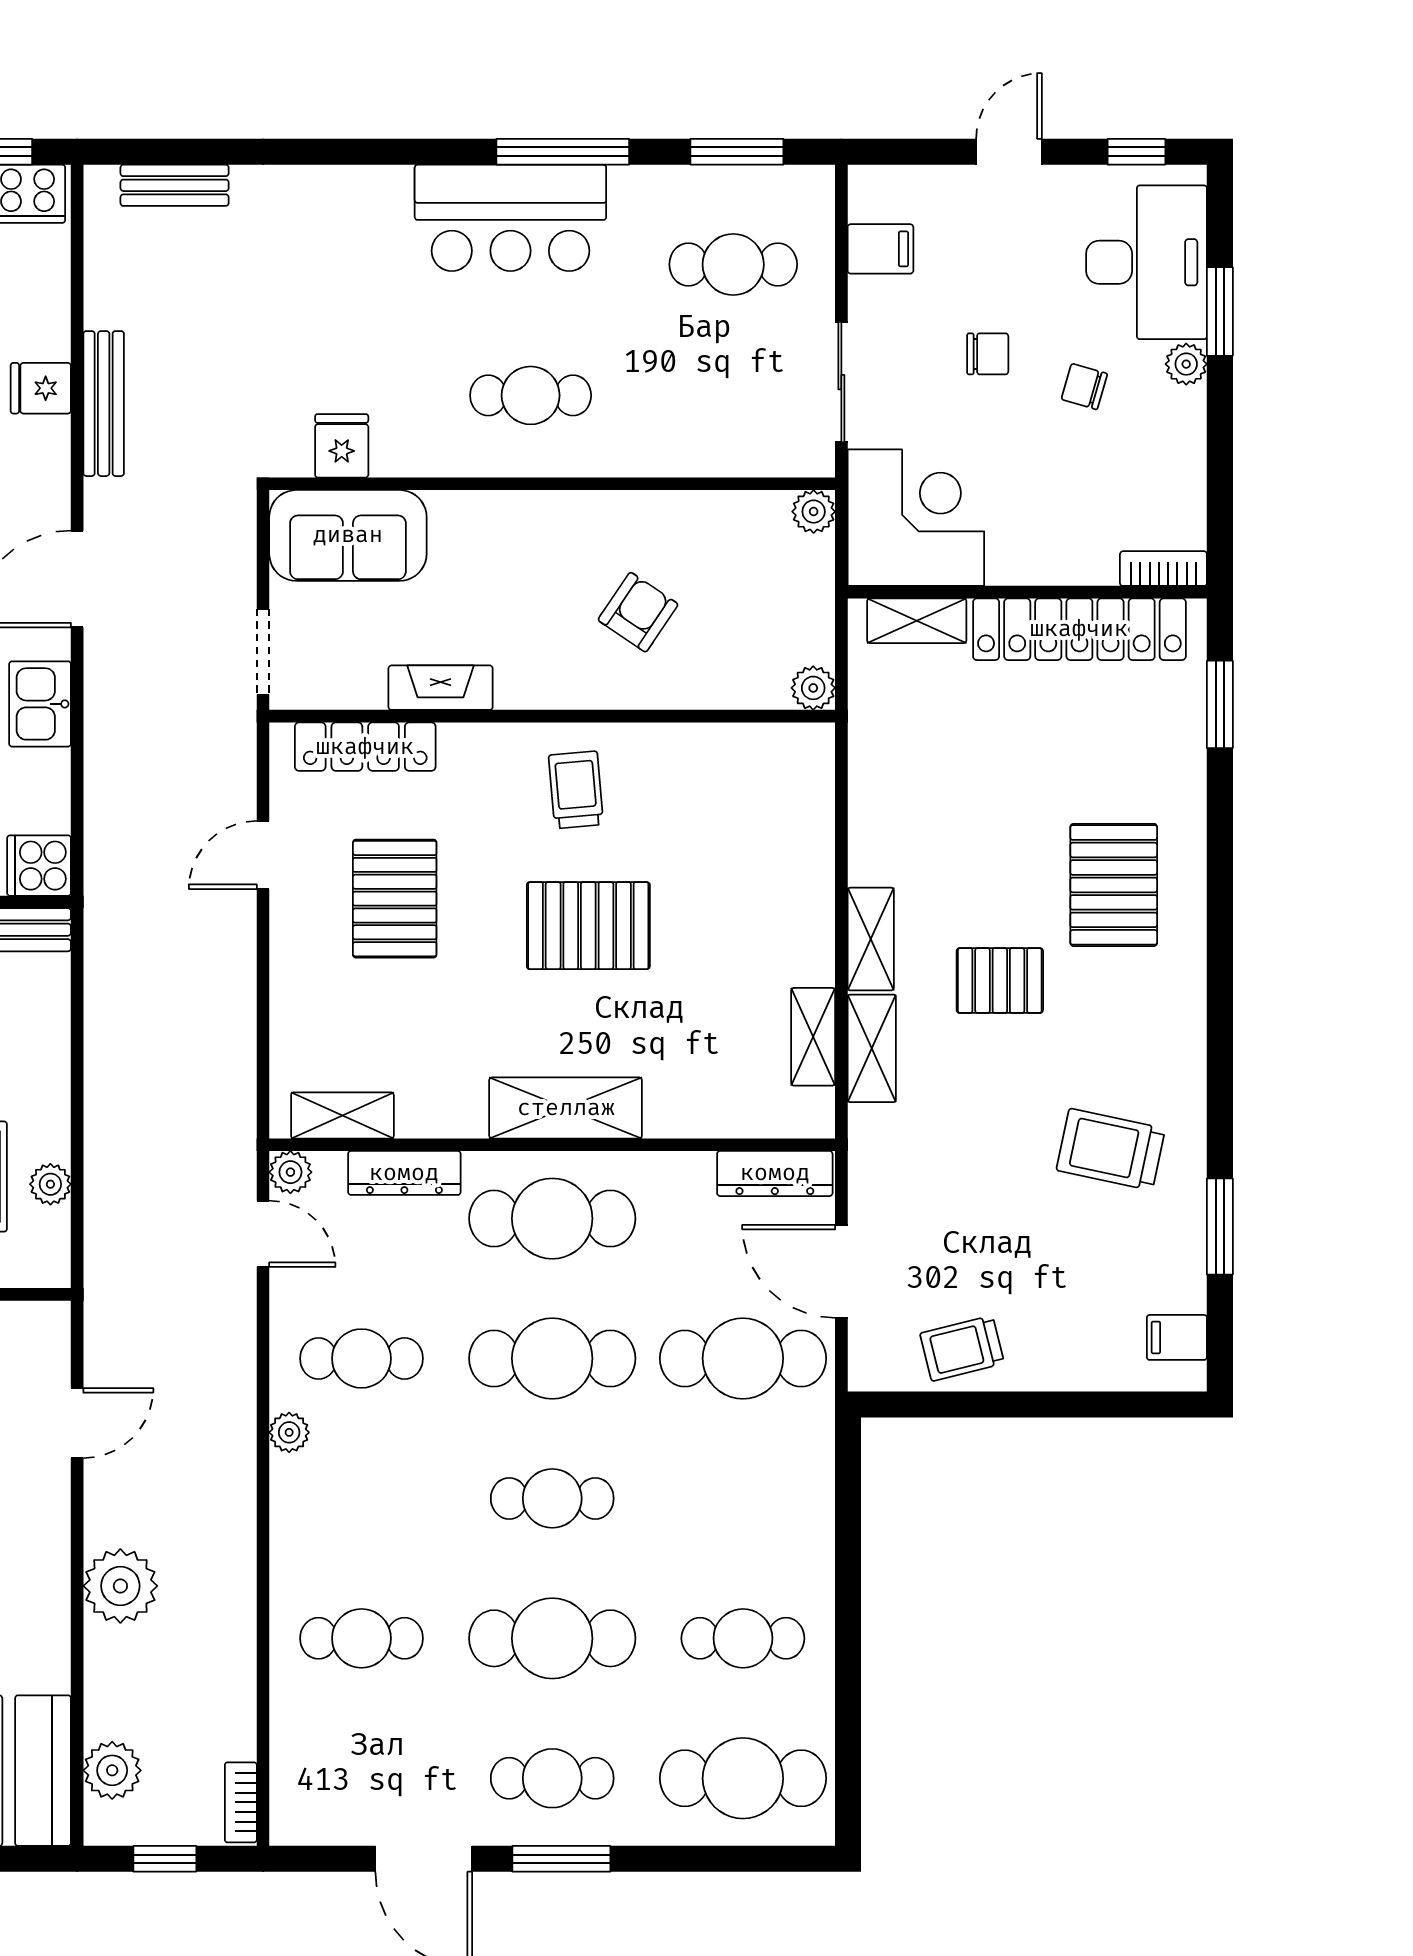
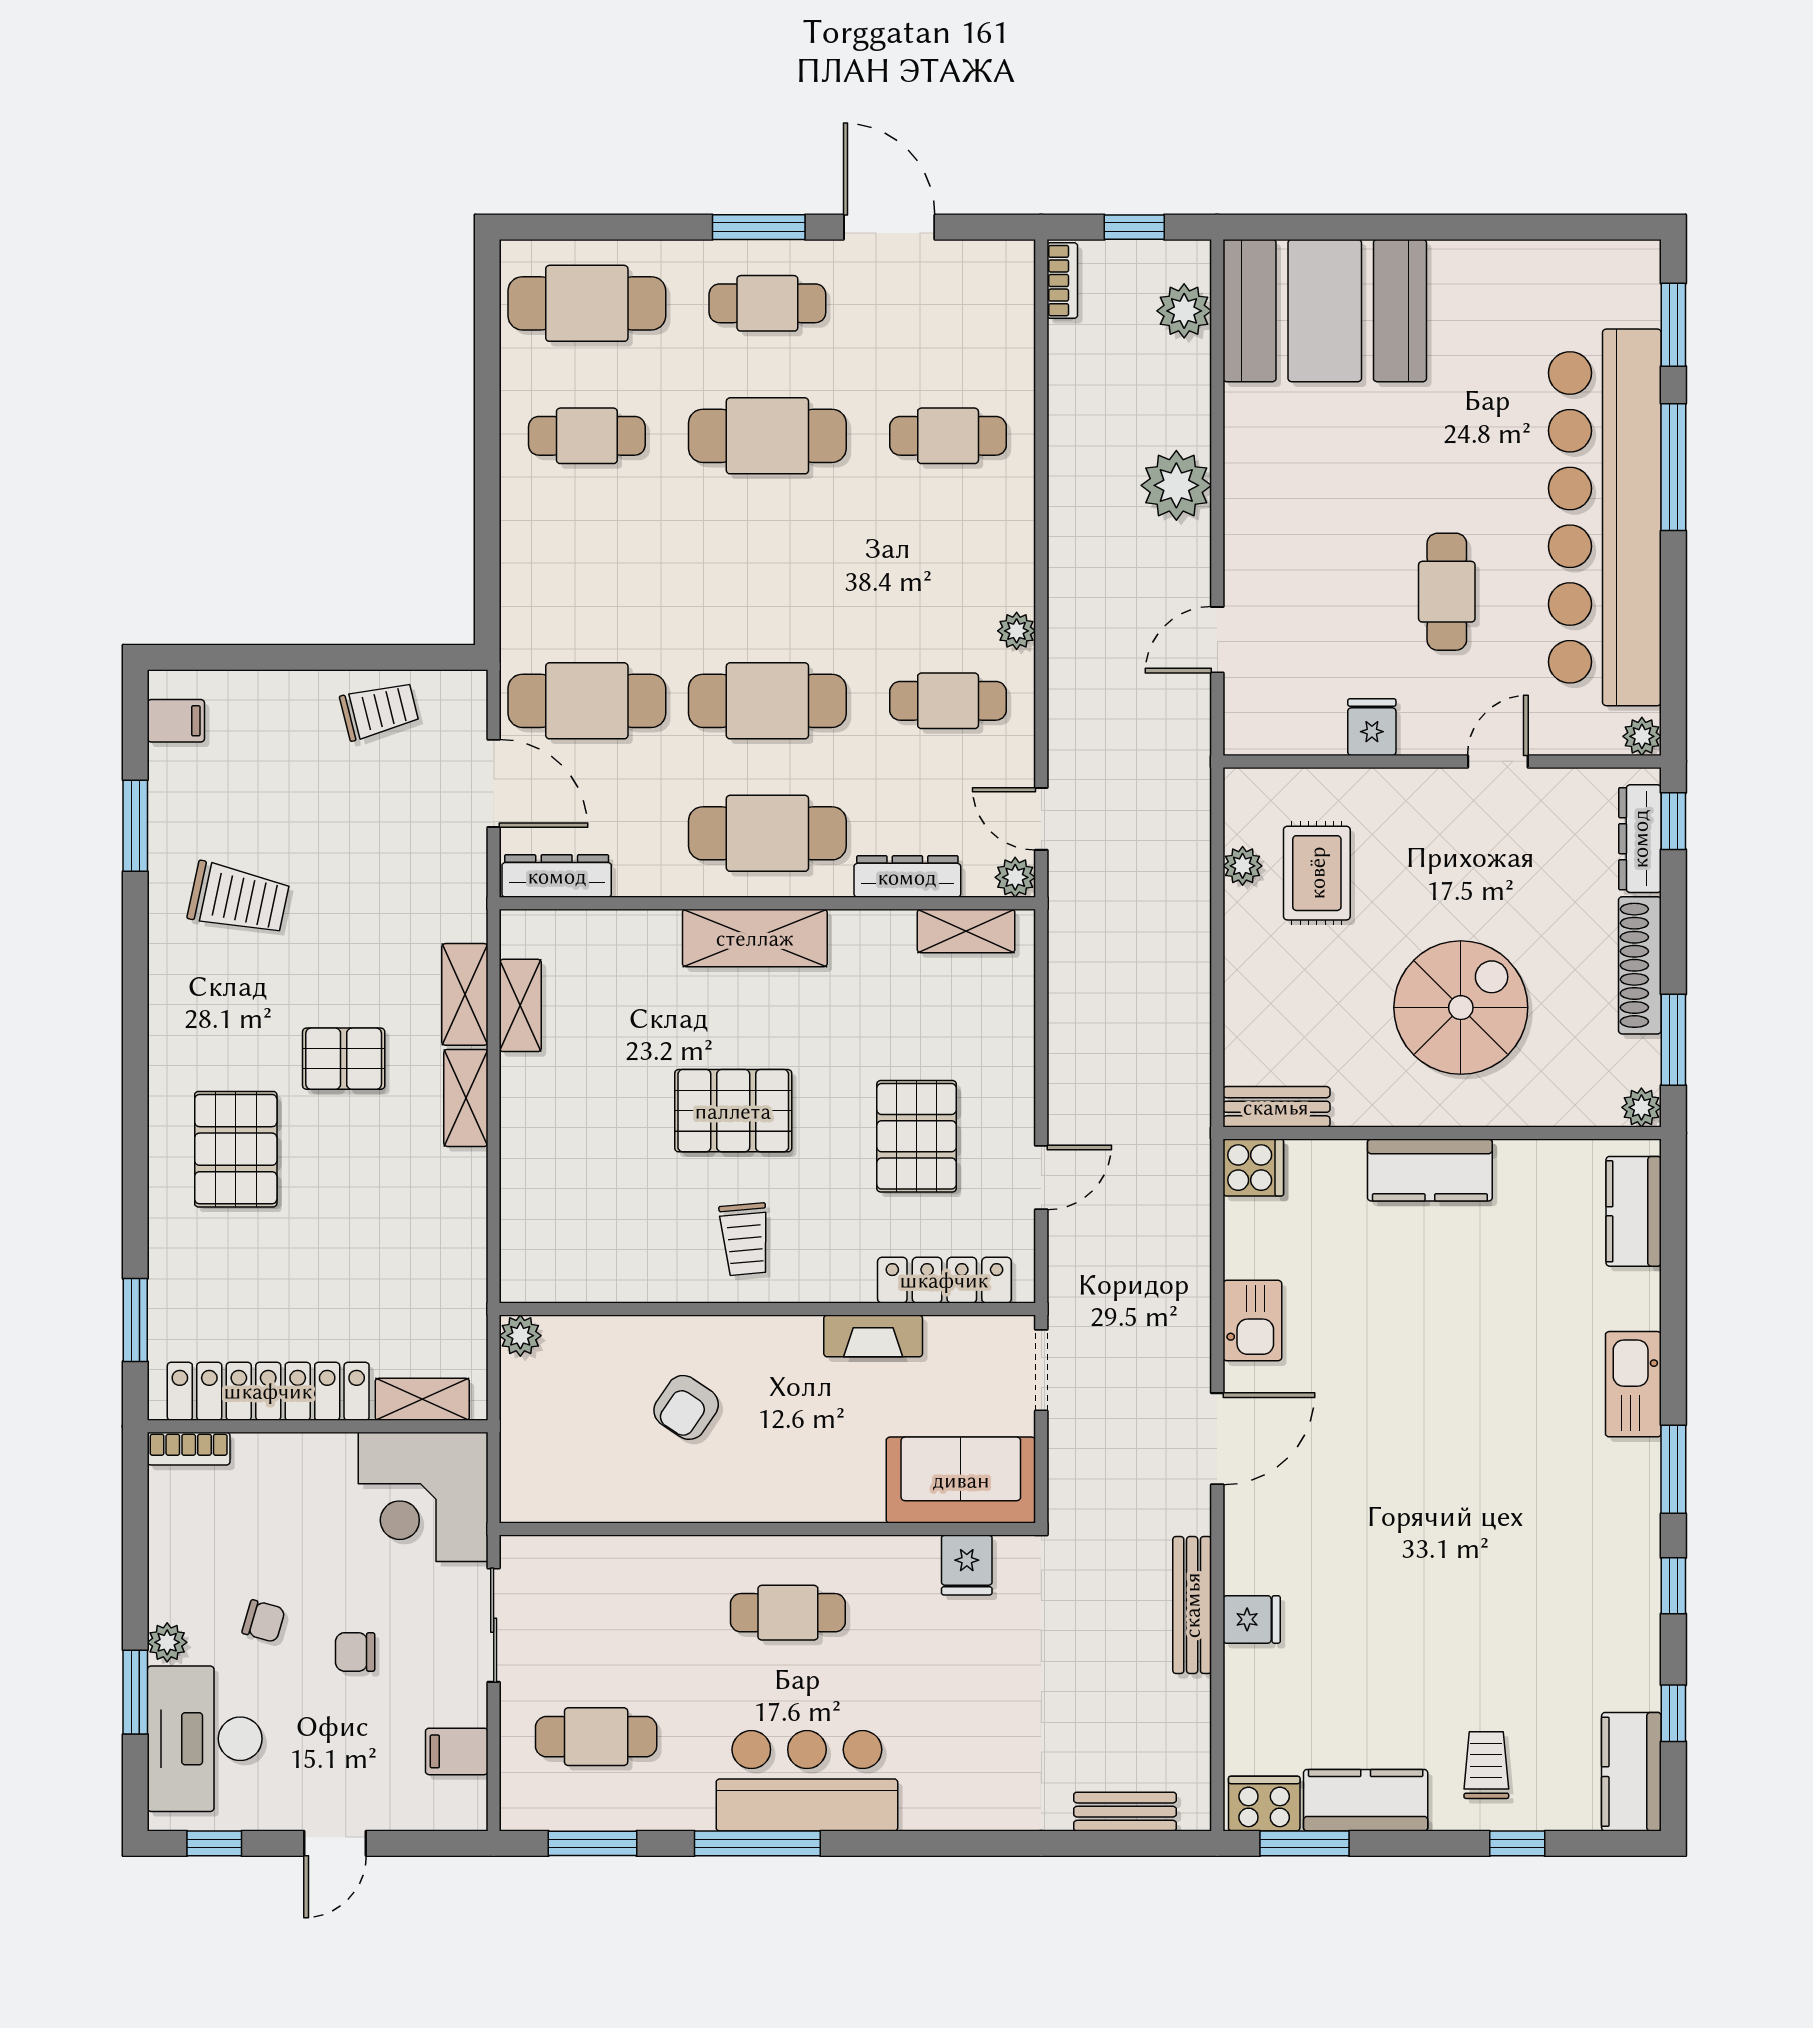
plant: (814, 512) -> (520, 1503), removed
cafe table: (552, 1498) -> (767, 568), removed

